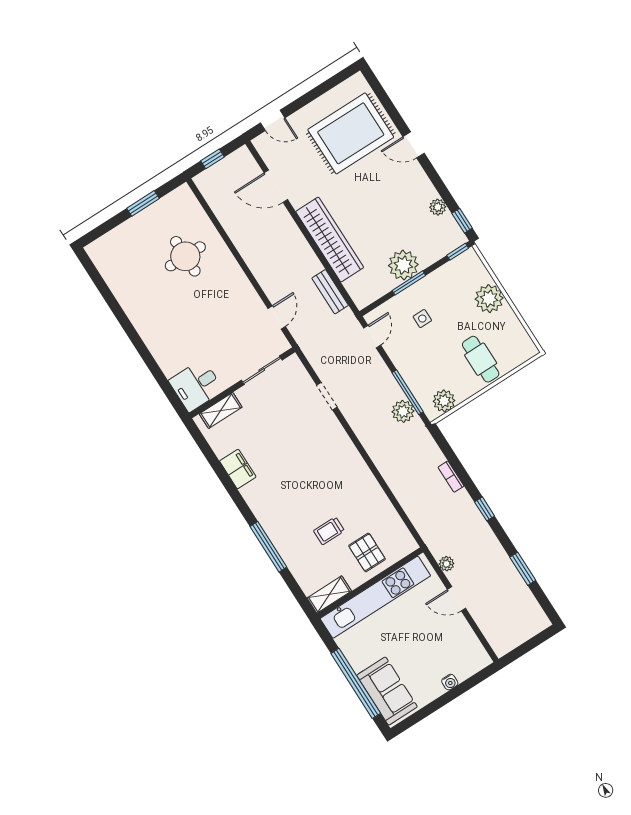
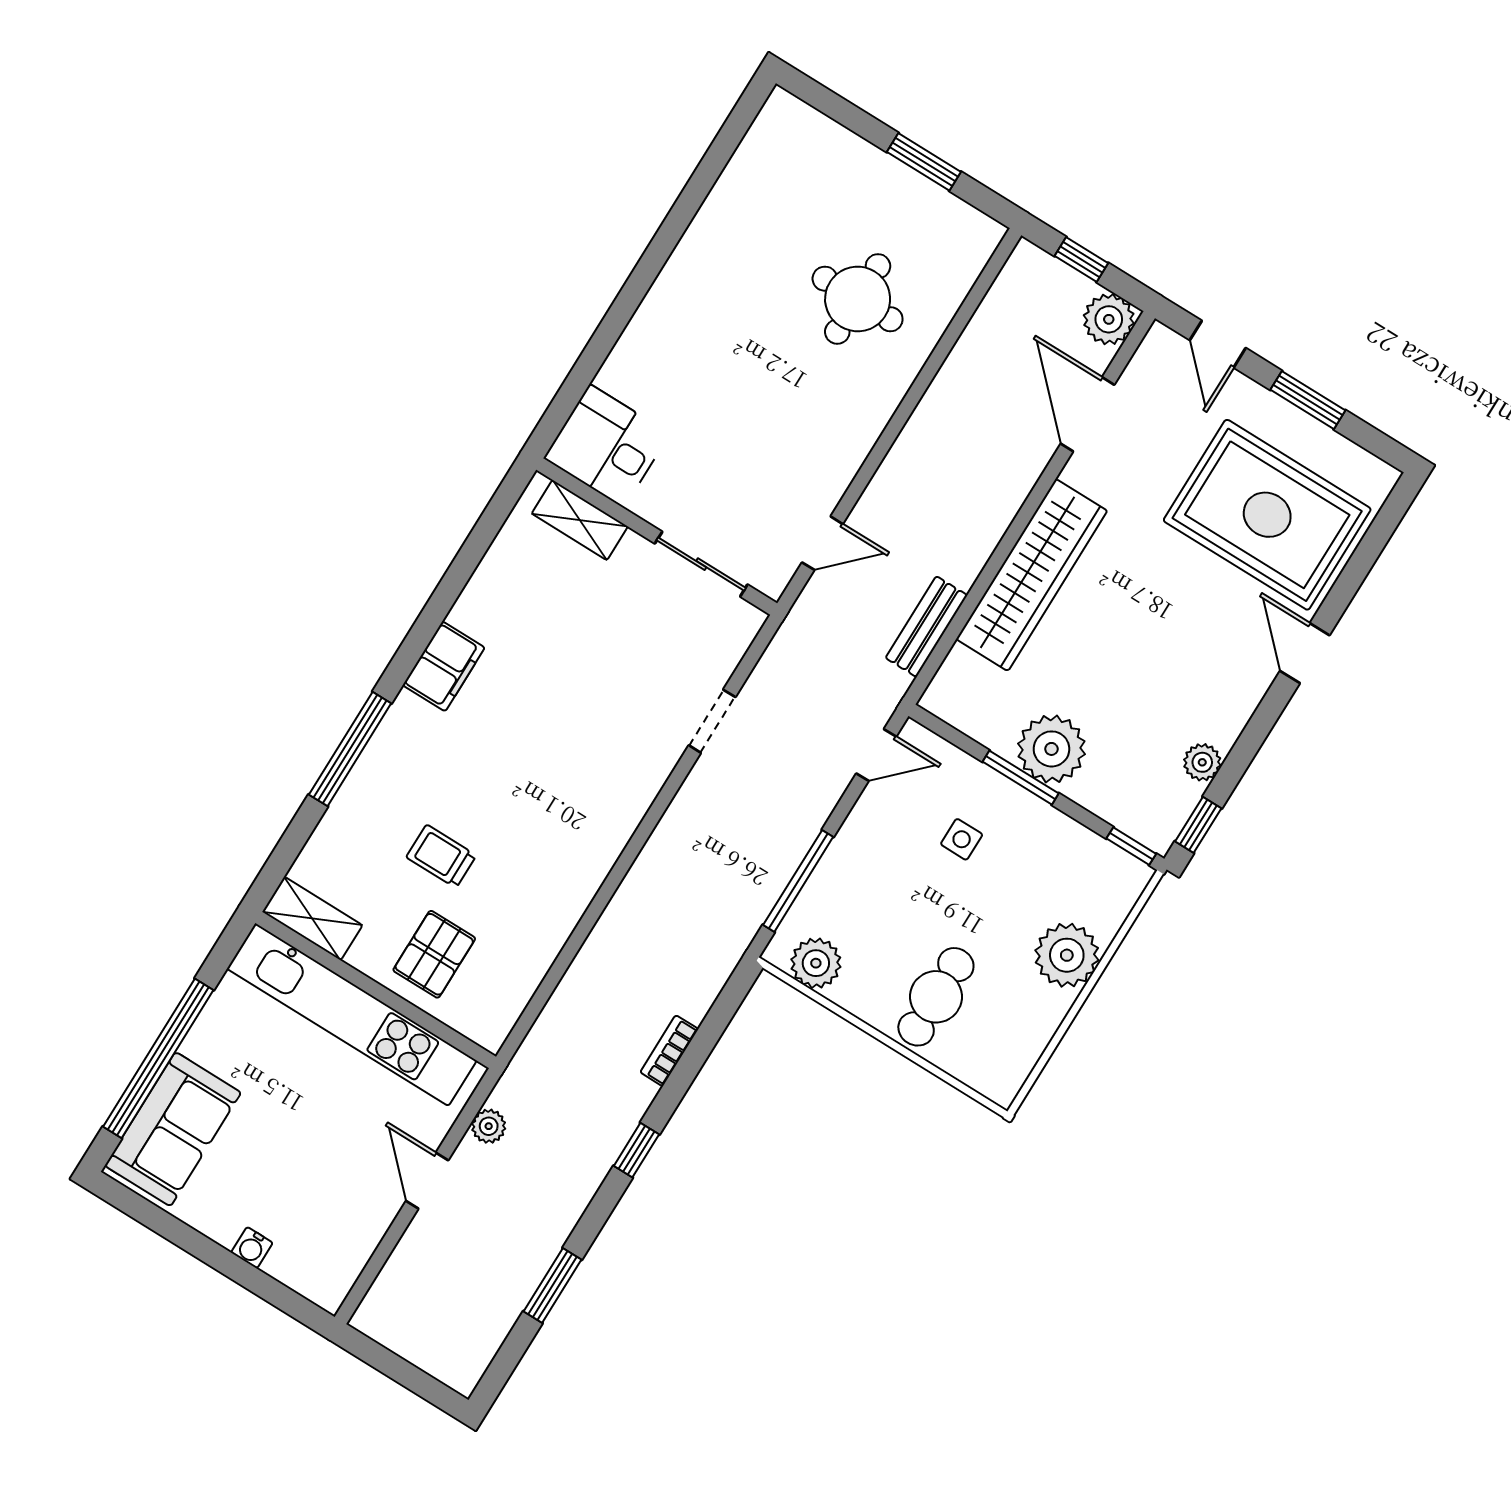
window: (313, 95) -> (1308, 400), added
plant: (403, 411) -> (1109, 319), moved
filing cabinet: (238, 469) -> (444, 666), moved

